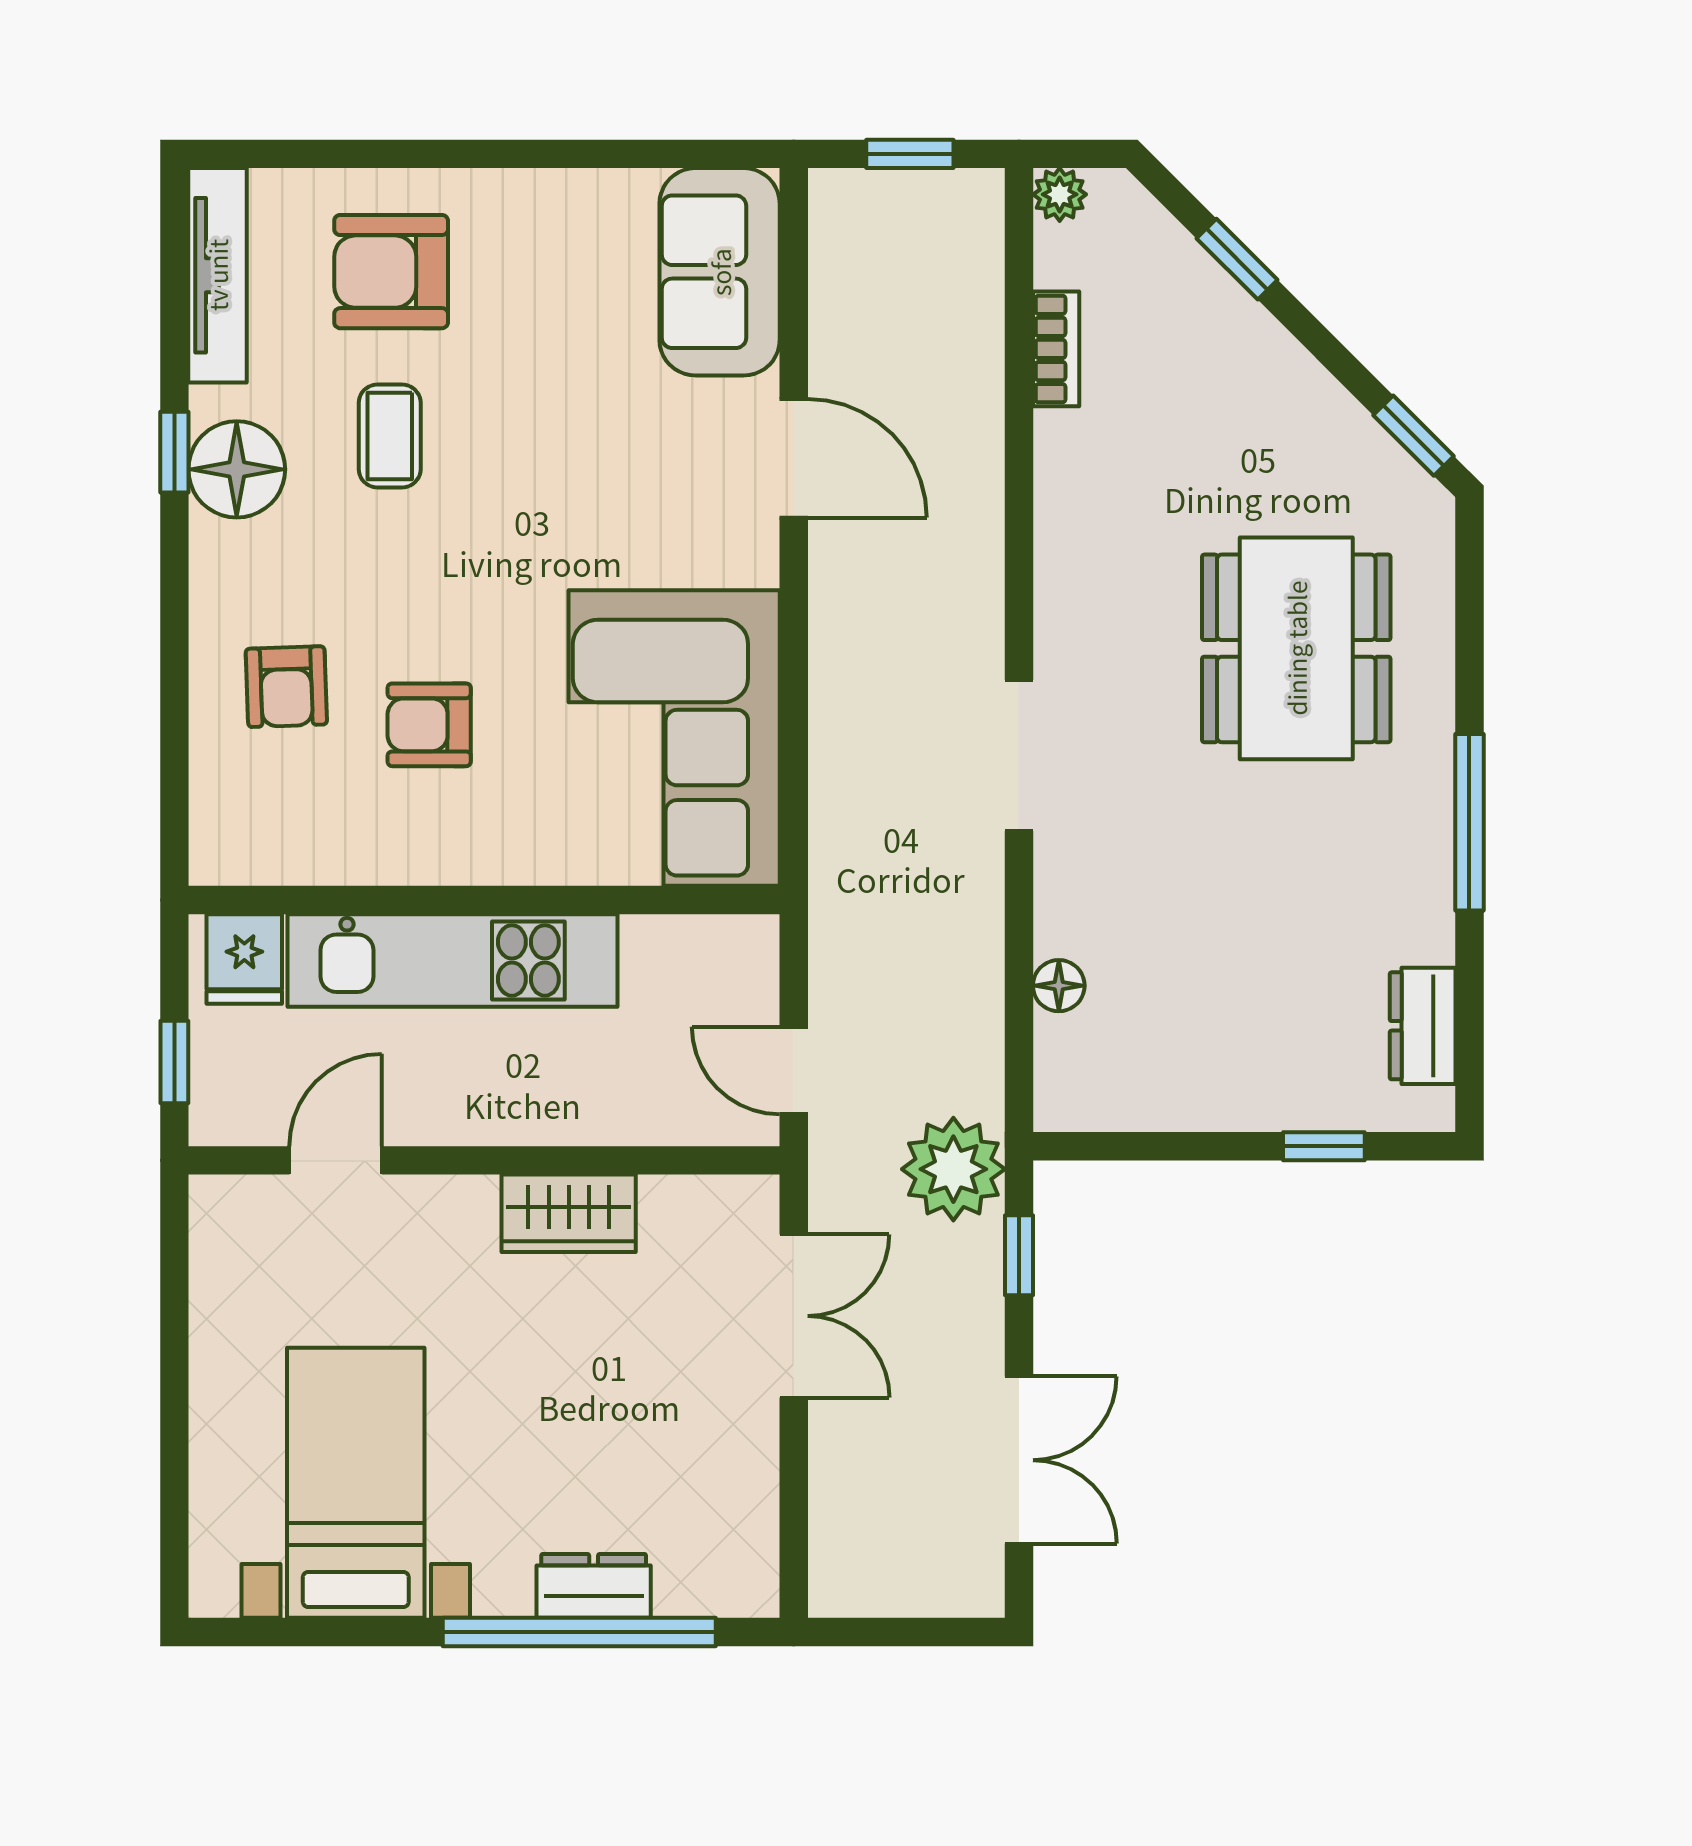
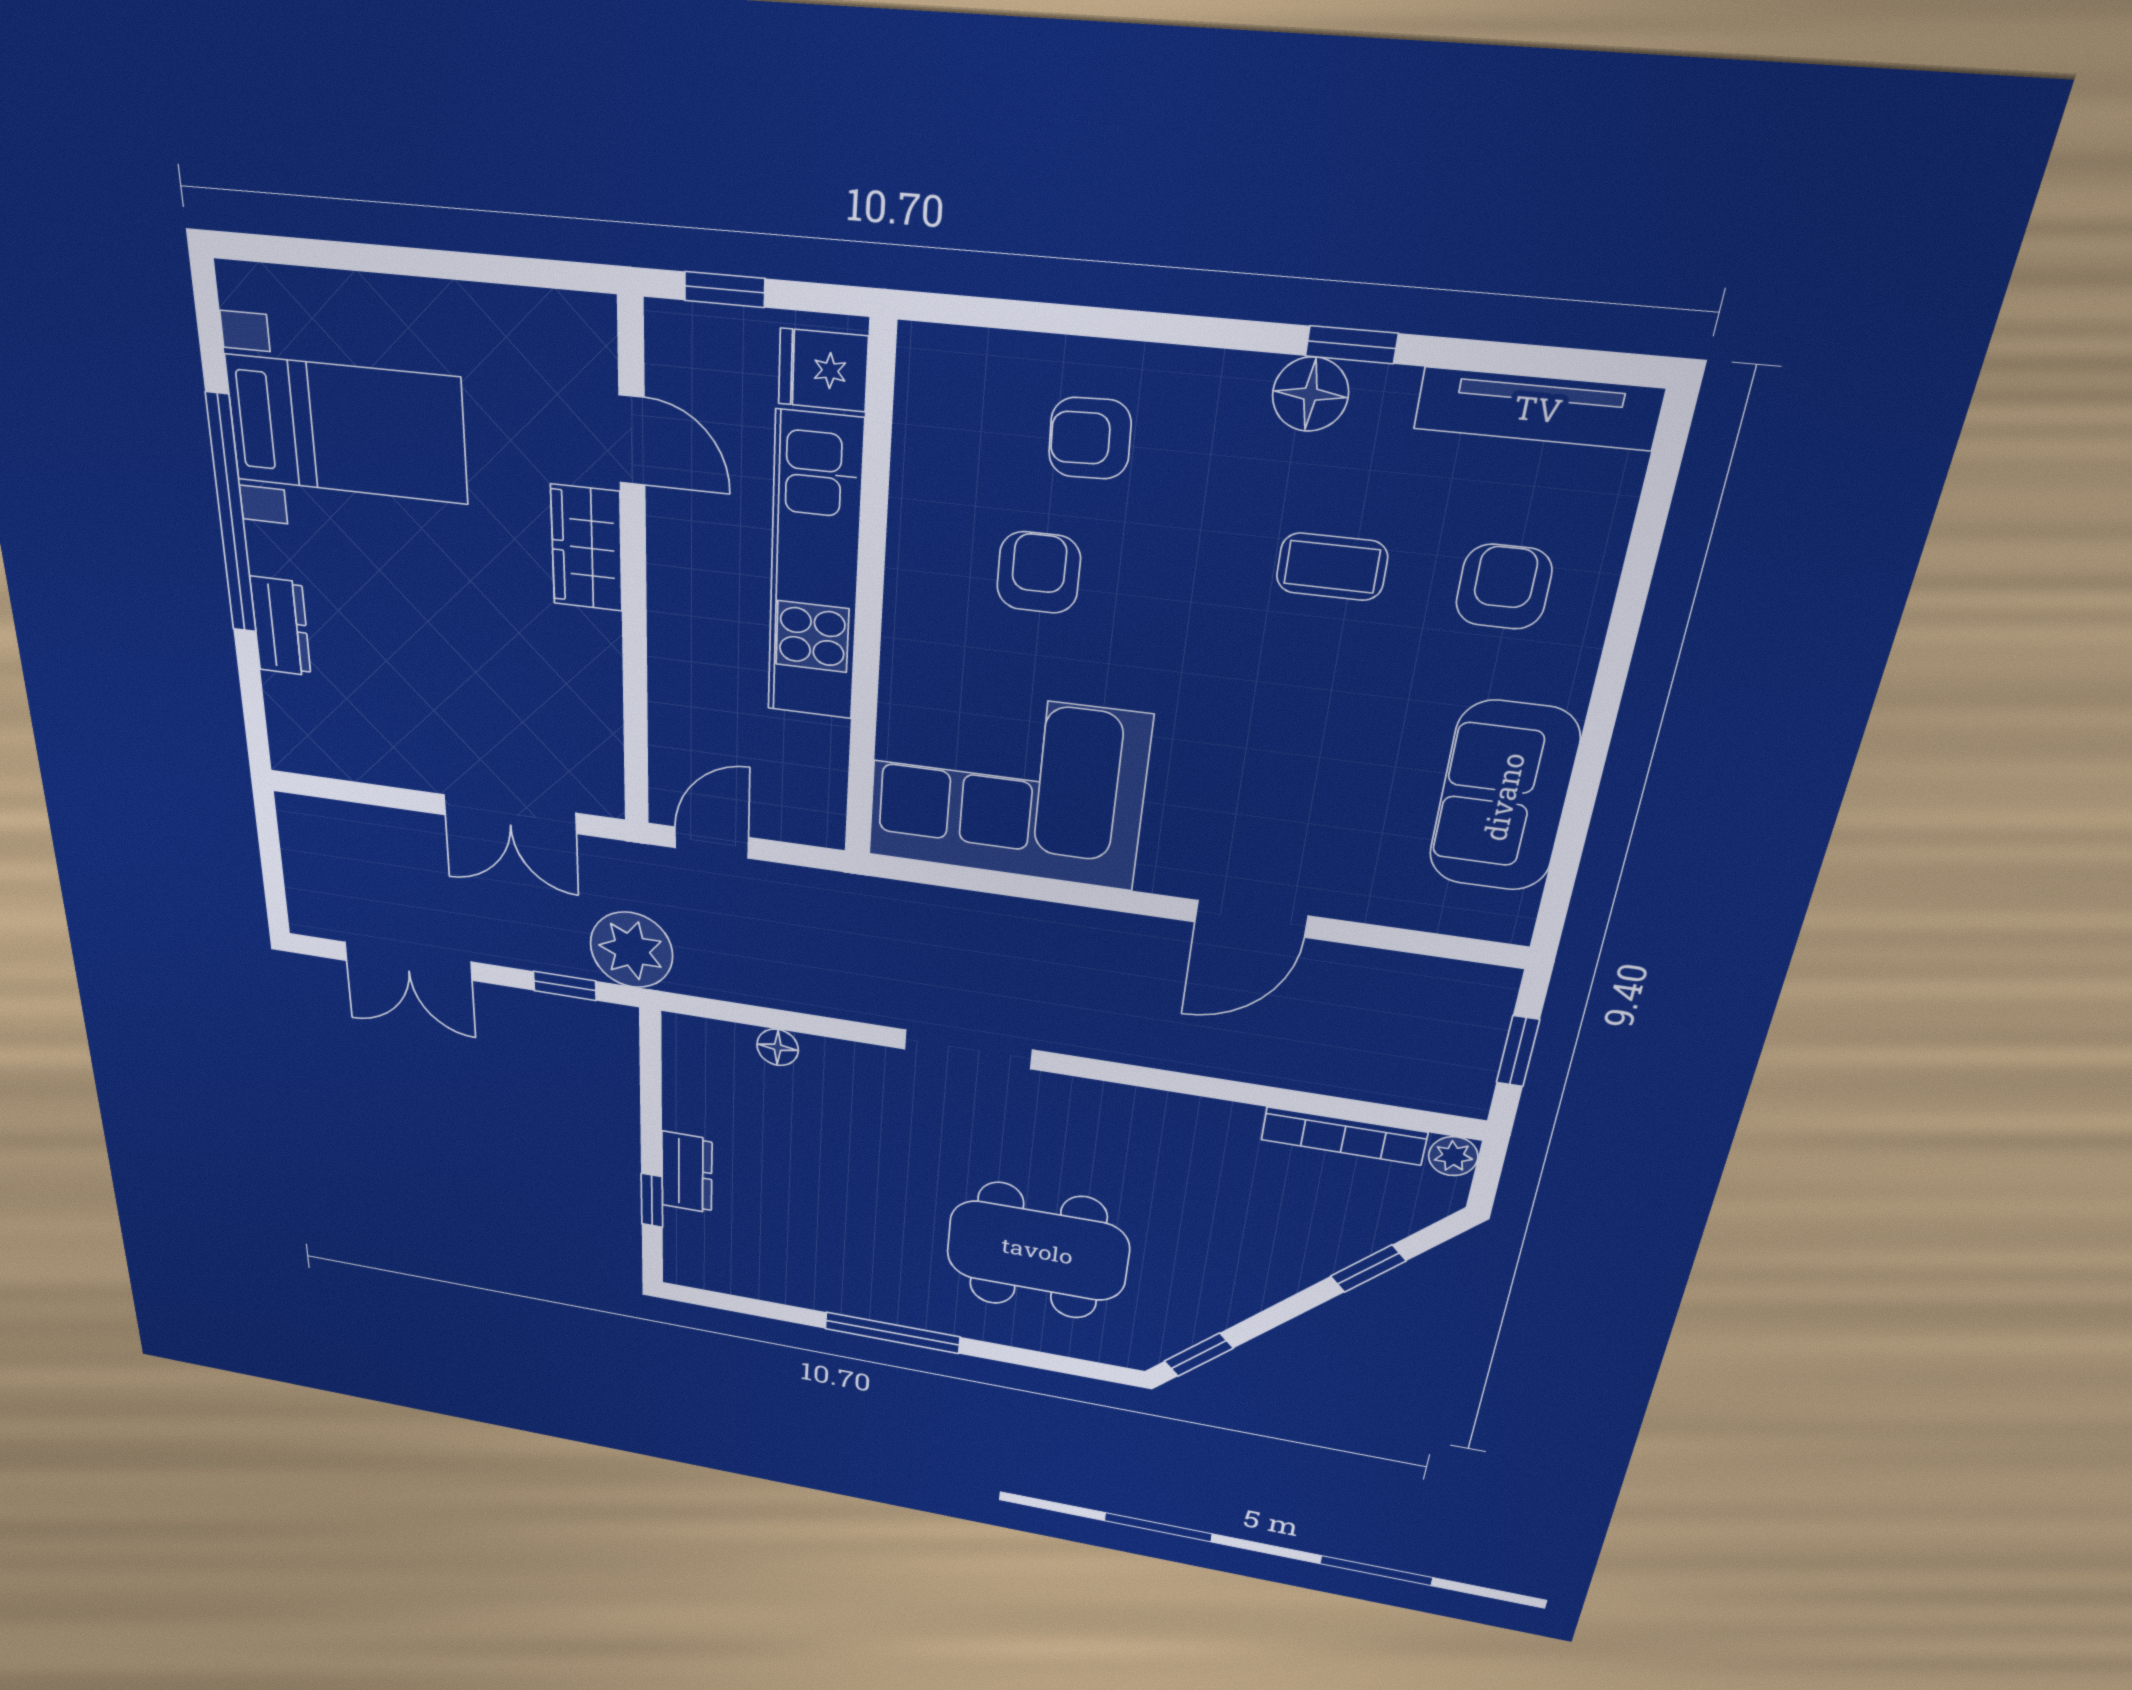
armchair: (391, 272) -> (1504, 587), width x0.72, depth x0.72
sofa: (720, 272) -> (1504, 797), moved, turned -90
bookcase: (1056, 349) -> (1344, 1136), width x1.56
floor lamp: (237, 469) -> (1310, 394), width x0.73, depth x0.73
dresser: (1423, 1026) -> (687, 1172), moved, turned 90
wardrobe: (569, 1213) -> (587, 548), moved
window: (579, 1632) -> (231, 515), moved

